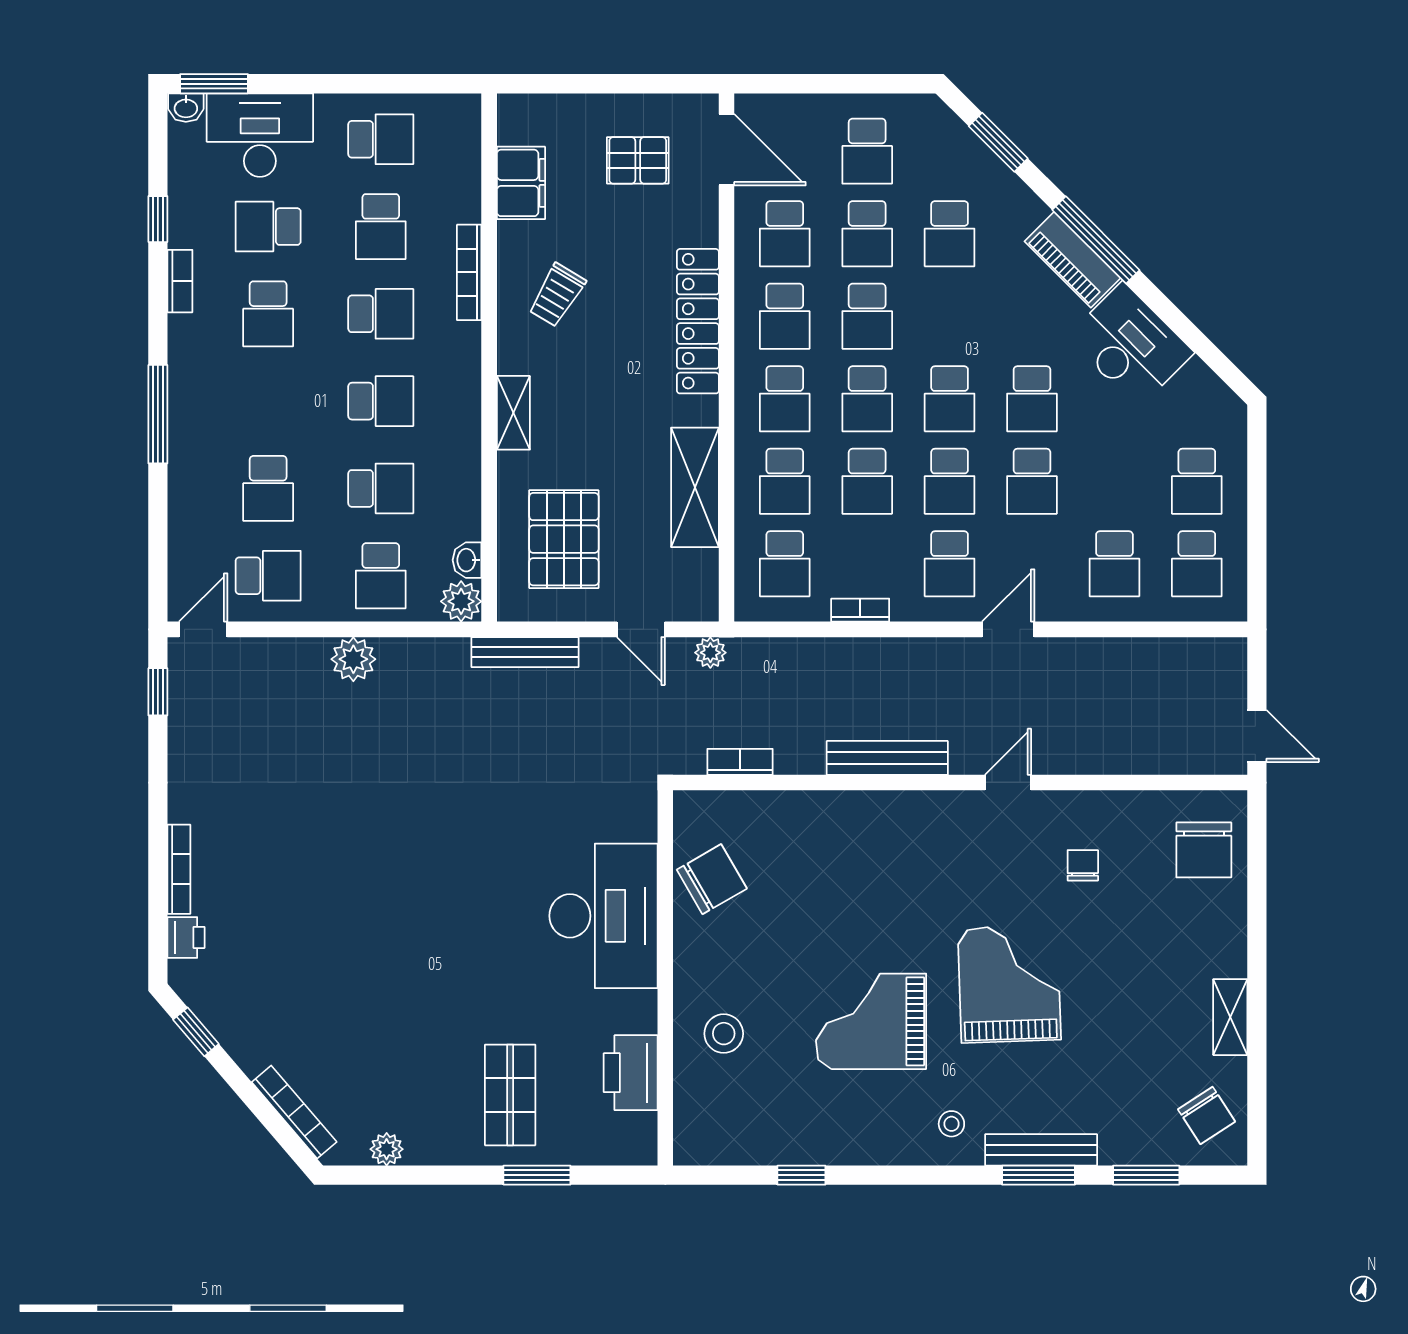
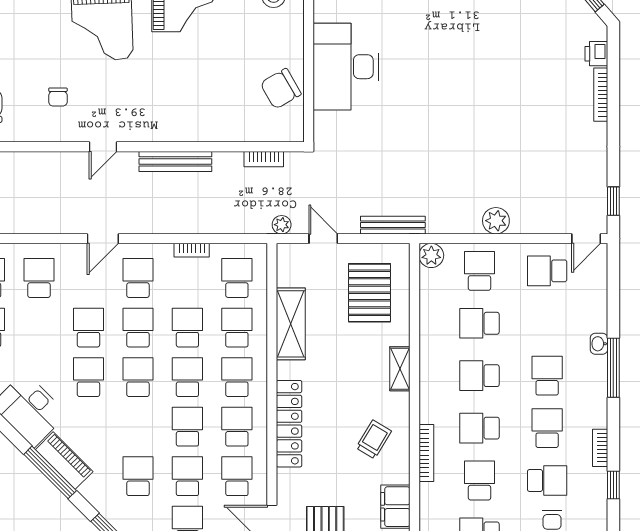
school desk: (268, 488) -> (547, 376), moved
washbasin: (467, 560) -> (599, 344), moved, turned 180

